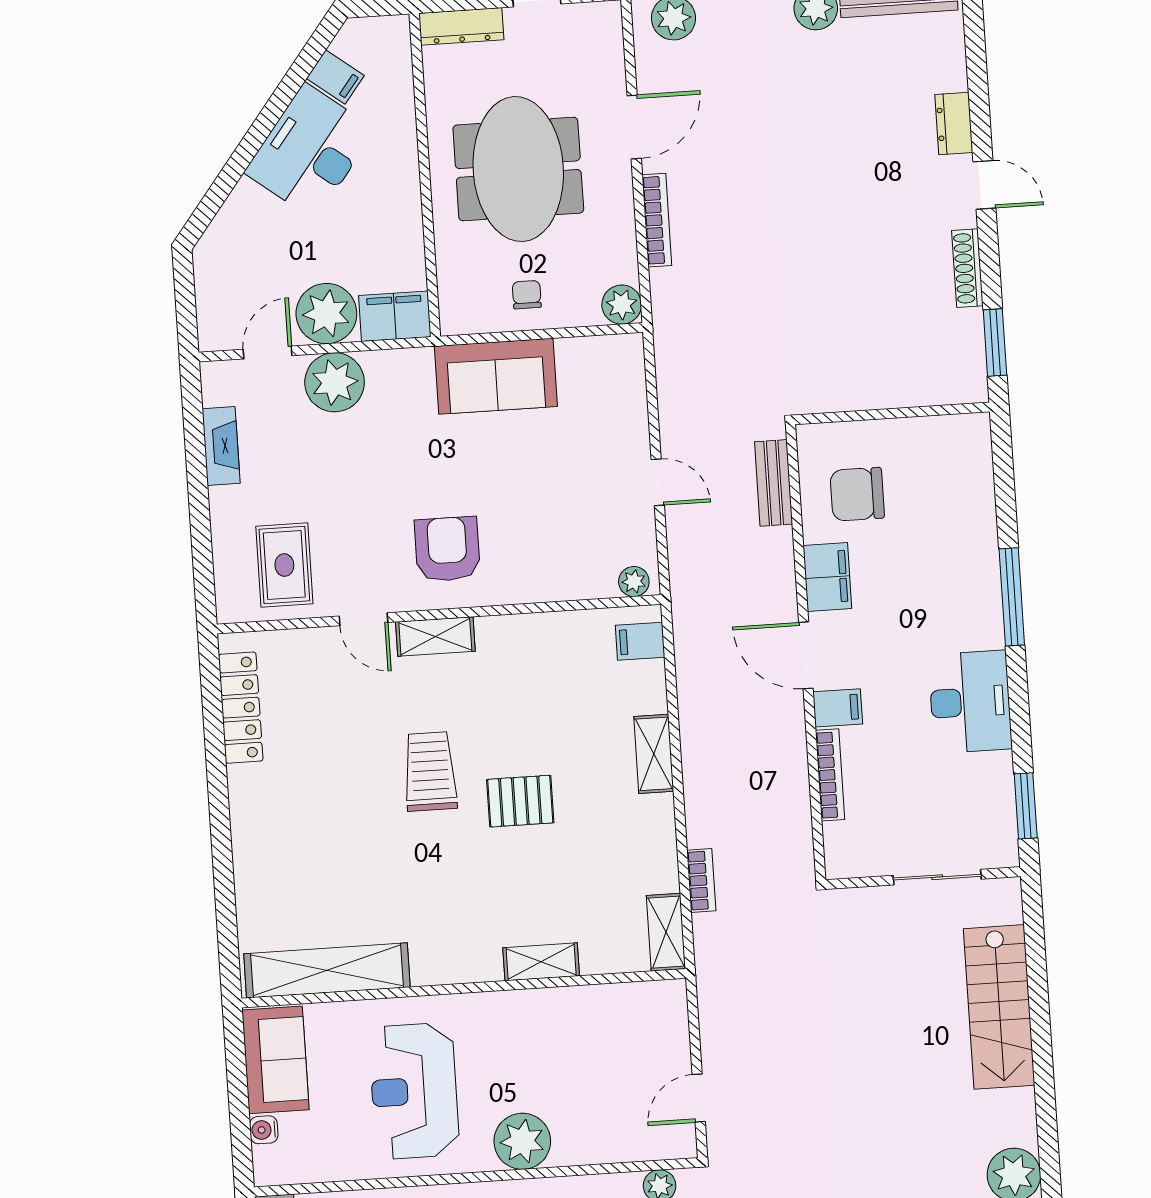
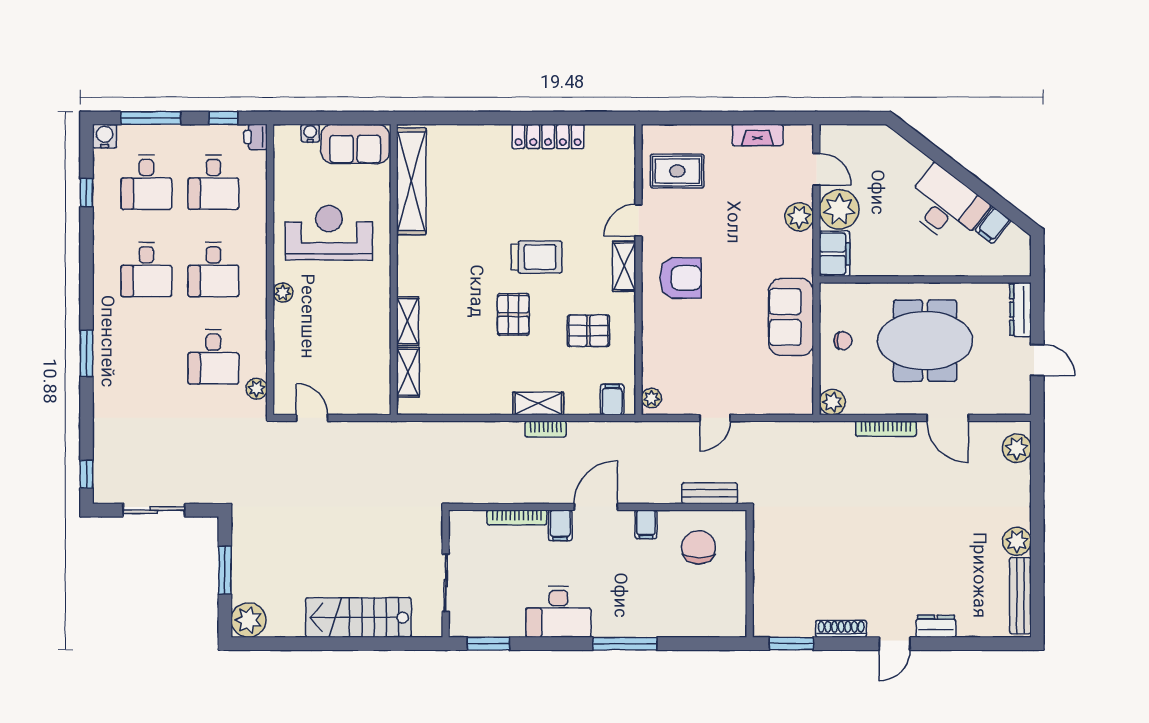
plant: (335, 382) -> (799, 217), width x0.73, depth x0.73
filing cabinet: (827, 577) -> (646, 524), width x0.50
pallet: (537, 685) -> (588, 331), added
locker: (241, 708) -> (548, 136), moved
bookcase: (701, 880) -> (546, 429), moved
shelving: (666, 932) -> (408, 372), moved, turned 90
plant: (522, 1141) -> (283, 293), width x0.53, depth x0.53

